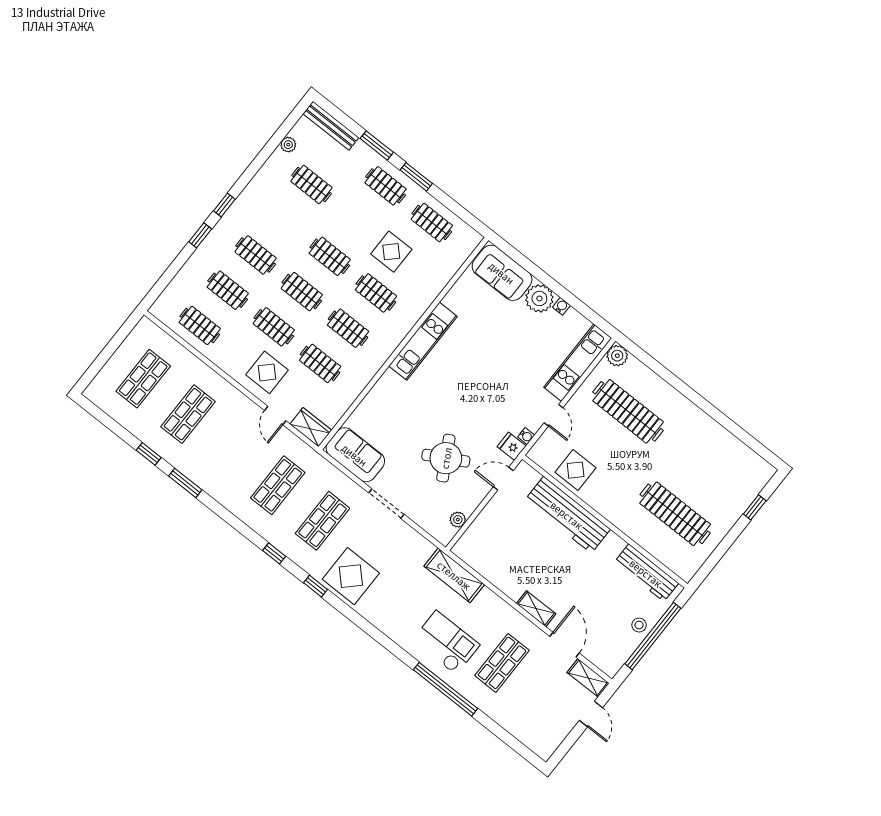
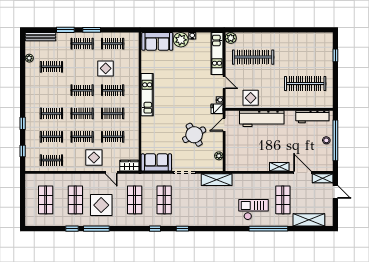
window: (224, 205) -> (23, 151), moved
window: (185, 483) -> (96, 229), width x1.44
shelving: (454, 575) -> (217, 180), moved
display table: (351, 576) -> (101, 205), moved
shelving: (517, 724) -> (309, 220), added

